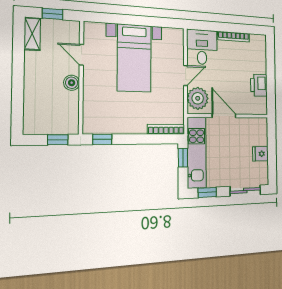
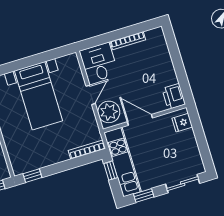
printer: (259, 85) -> (174, 96), moved
fridge: (260, 154) -> (182, 123), moved

